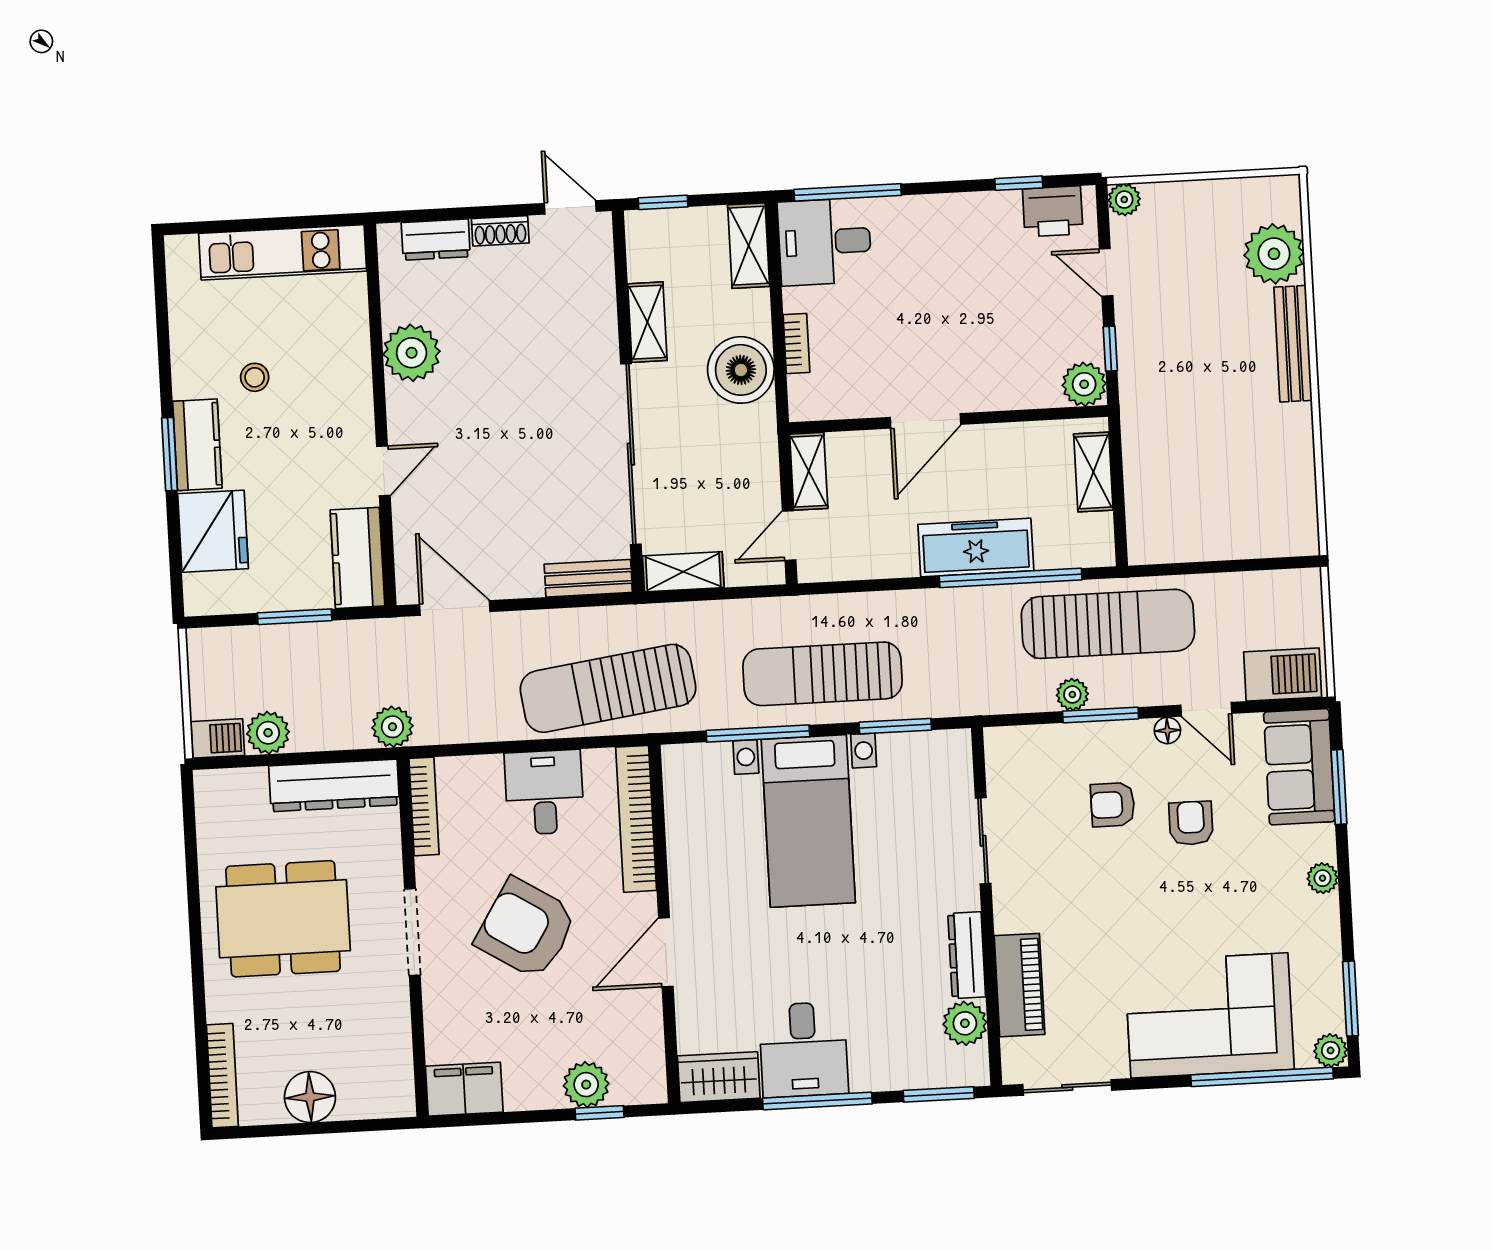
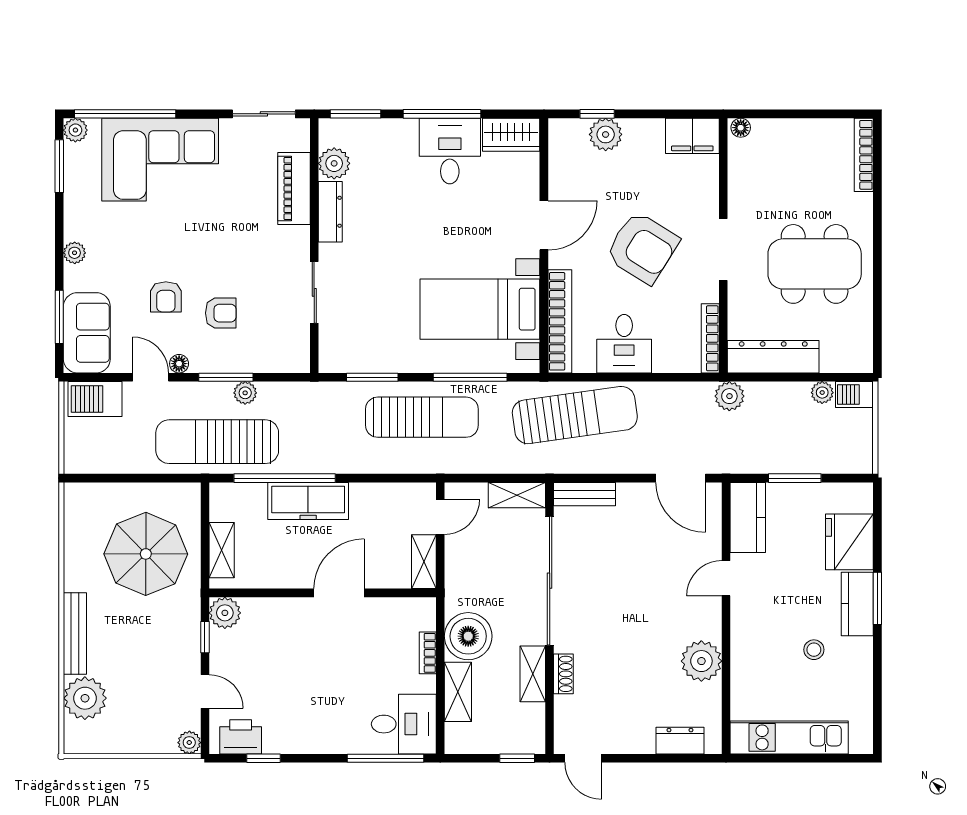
shoe rack: (500, 231) -> (563, 674), moved, turned 90
shelving: (749, 246) -> (458, 692), moved
parasol: (1200, 461) -> (146, 554), added
plant: (268, 733) -> (822, 393), width x0.73, depth x0.73
bed with nightstands: (808, 821) -> (480, 309), moved, turned -90
floor lamp: (310, 1097) -> (741, 128), moved, width x0.53, depth x0.53

